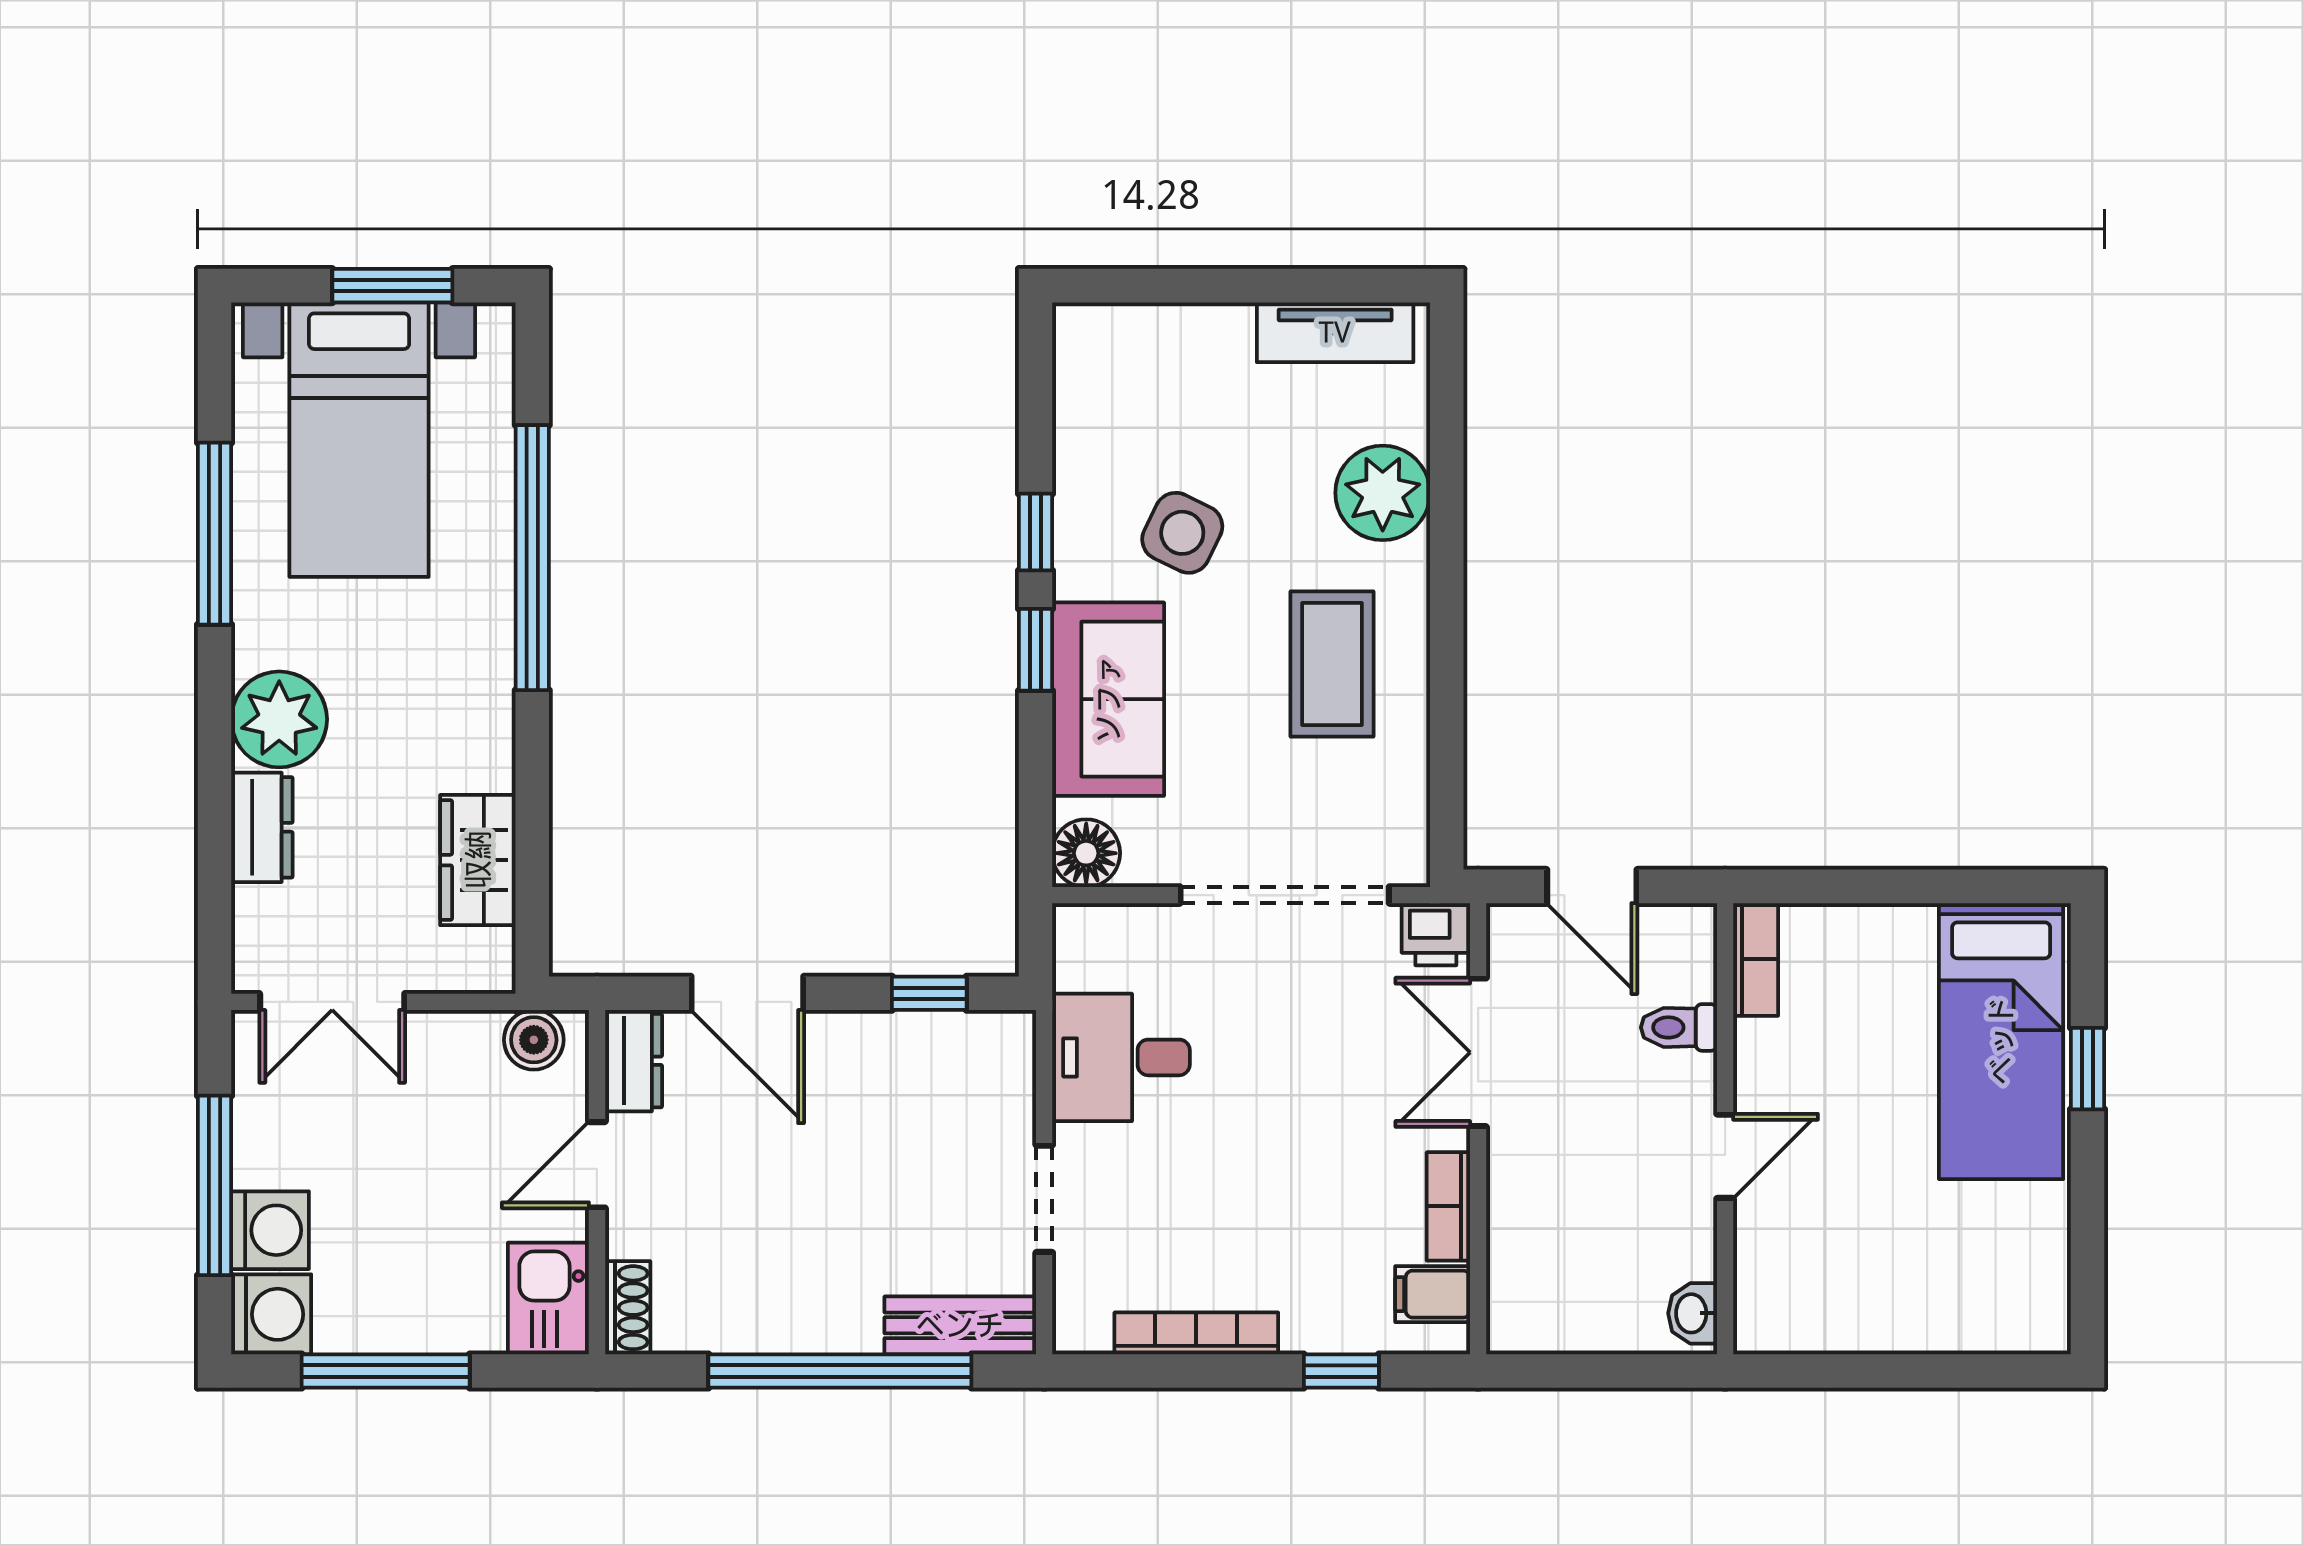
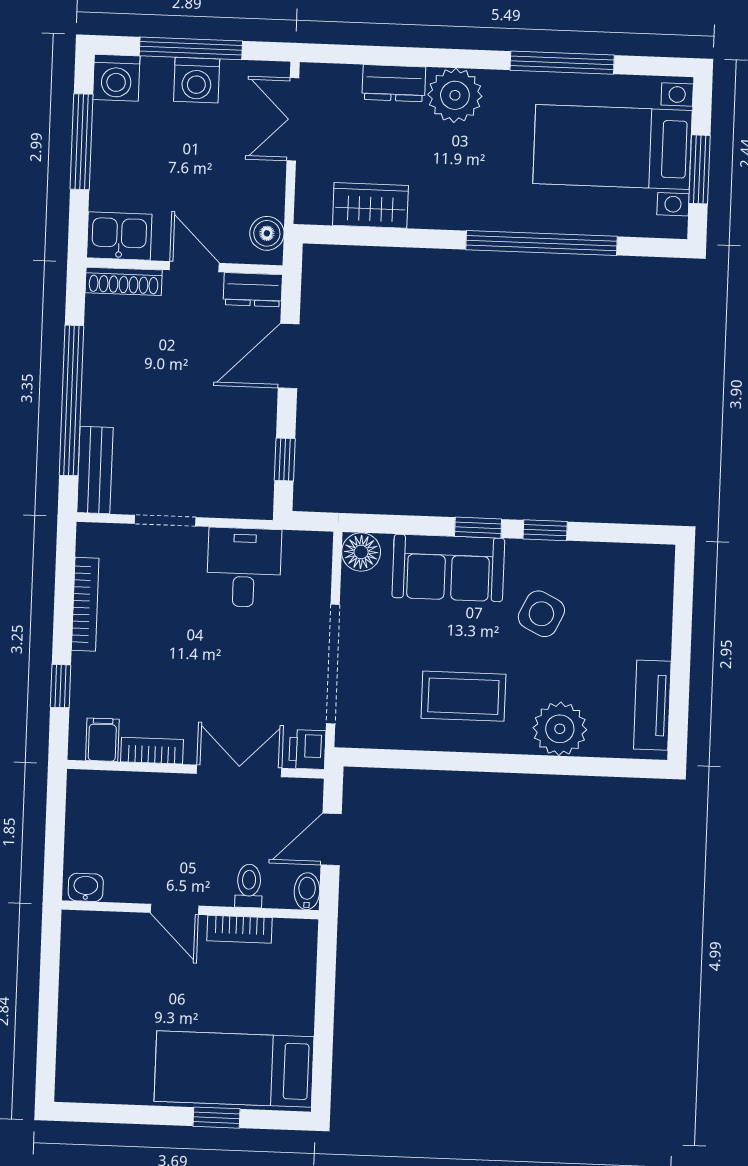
bidet: (1684, 925) -> (307, 891), added
bookcase: (1756, 959) -> (239, 929), moved
washing machine: (270, 1230) -> (197, 80), moved
shoe rack: (628, 1308) -> (124, 281), width x1.43

